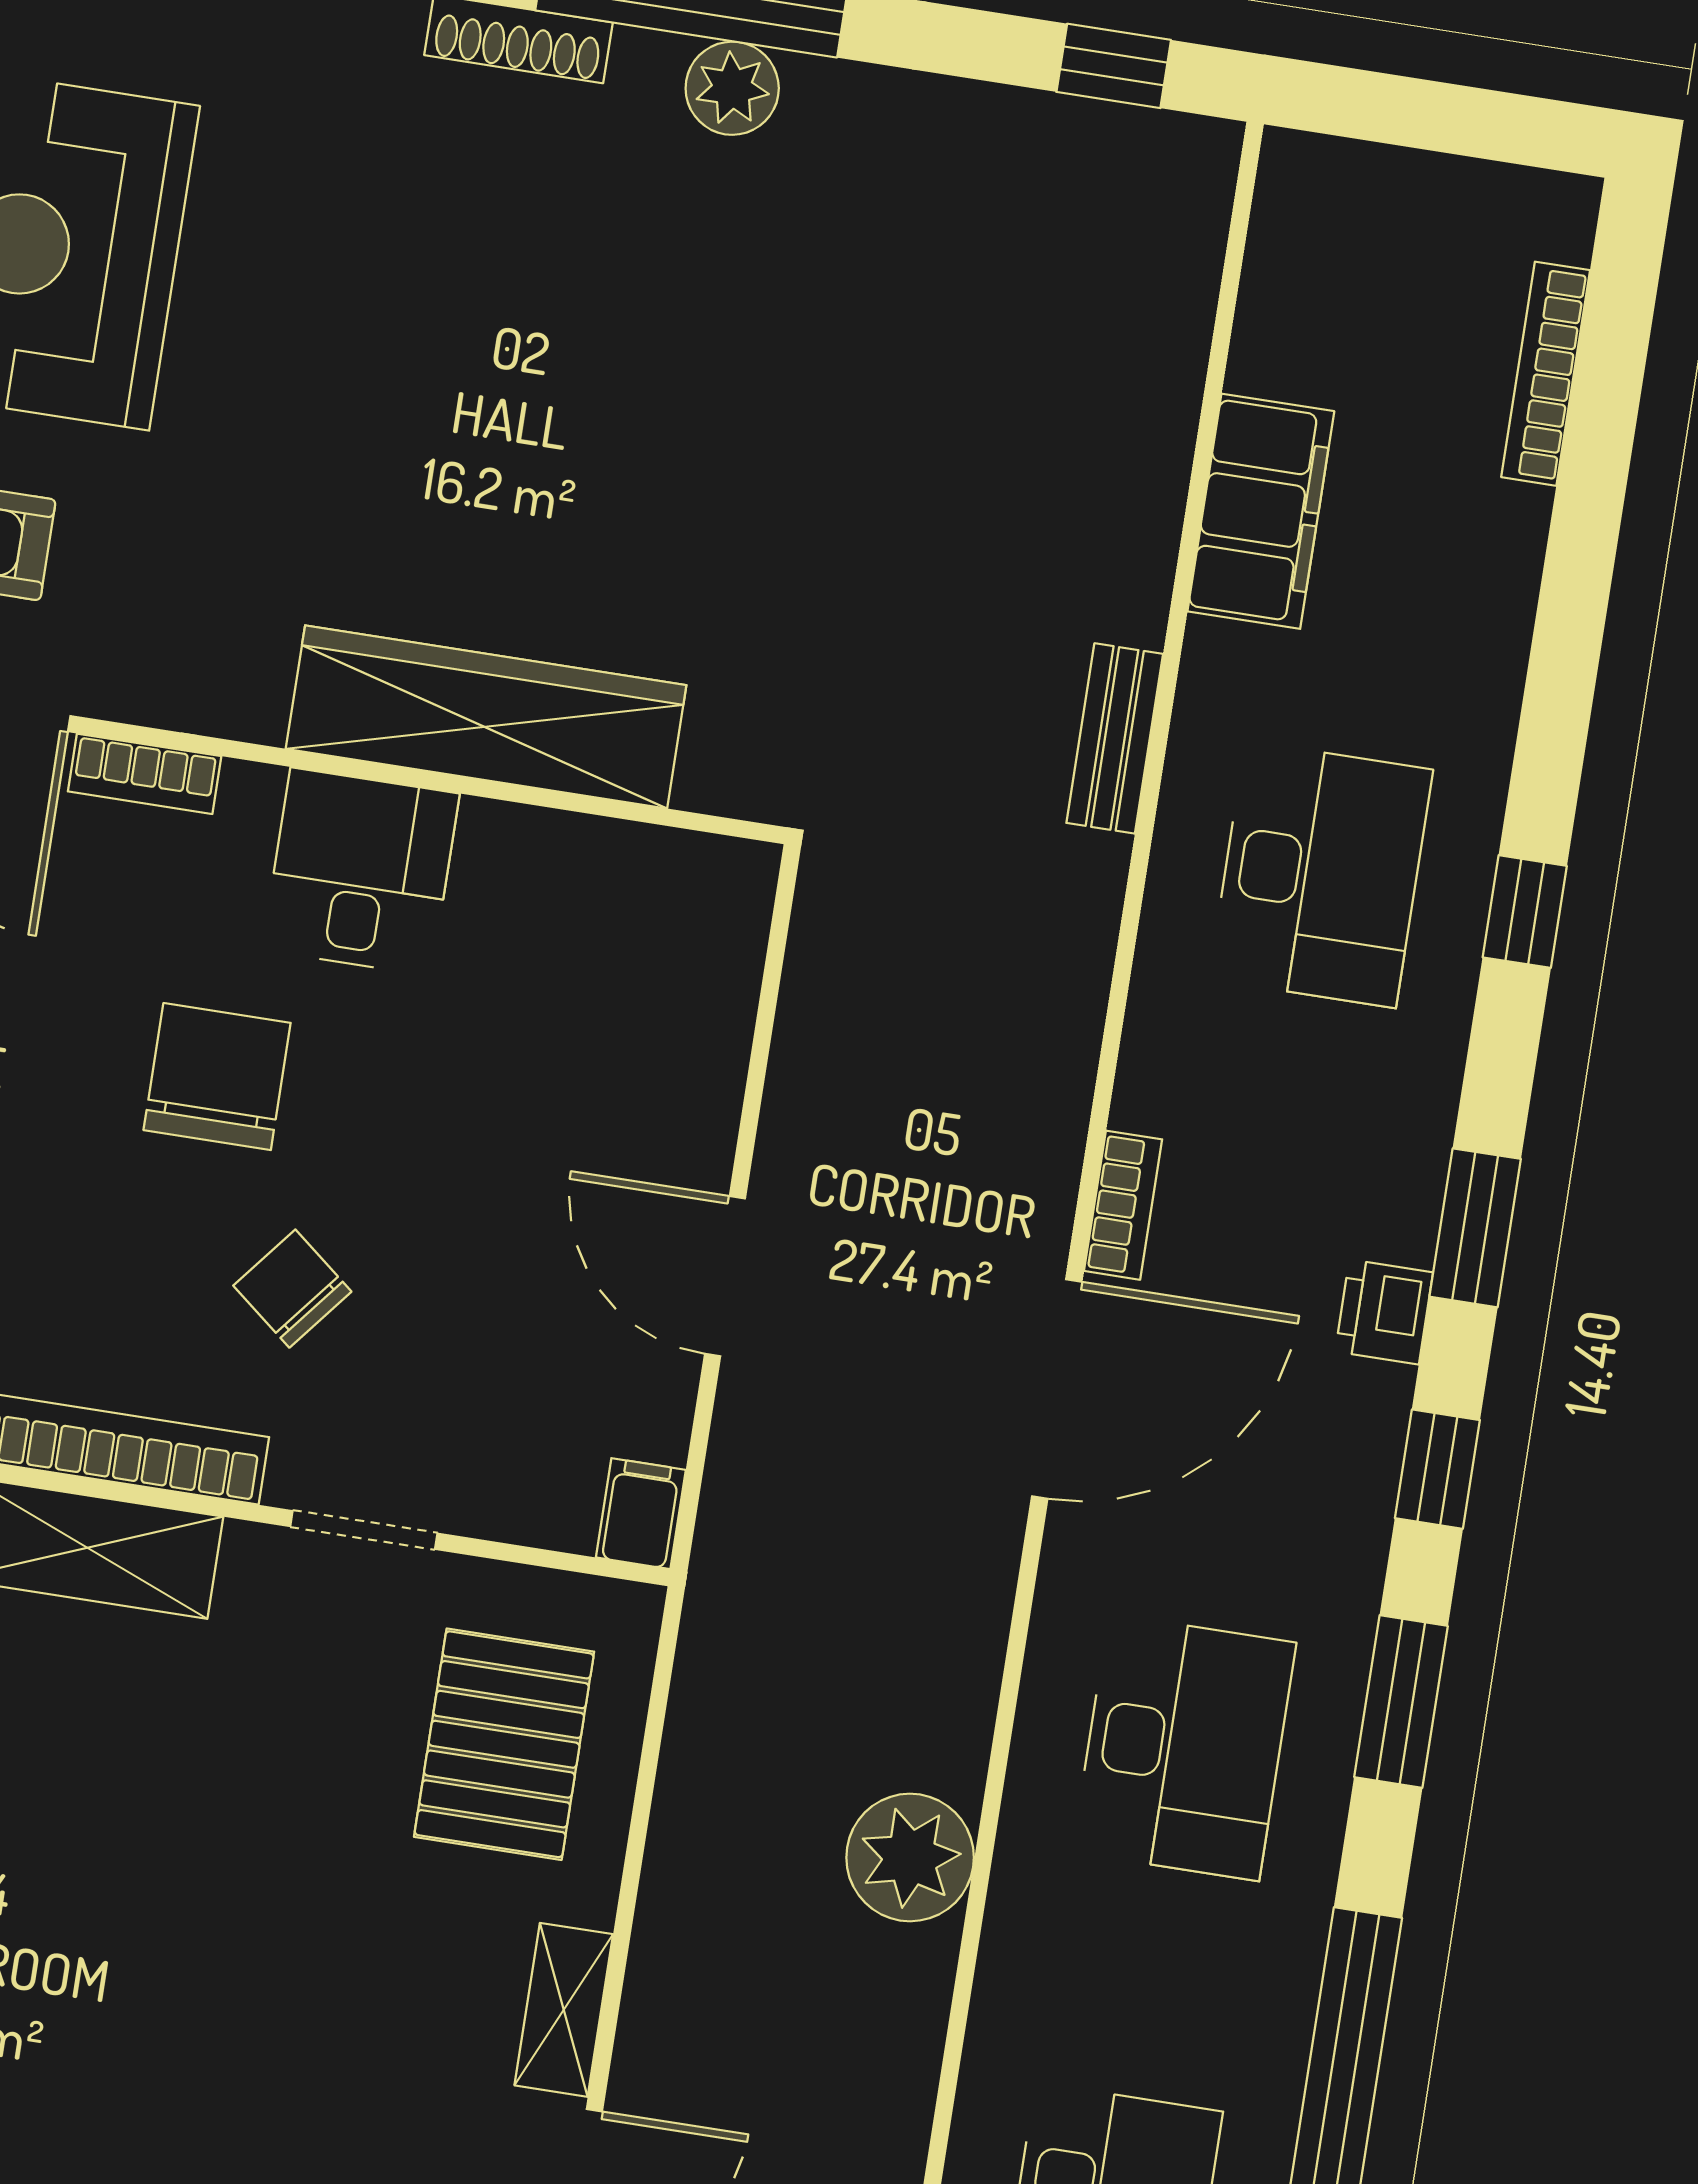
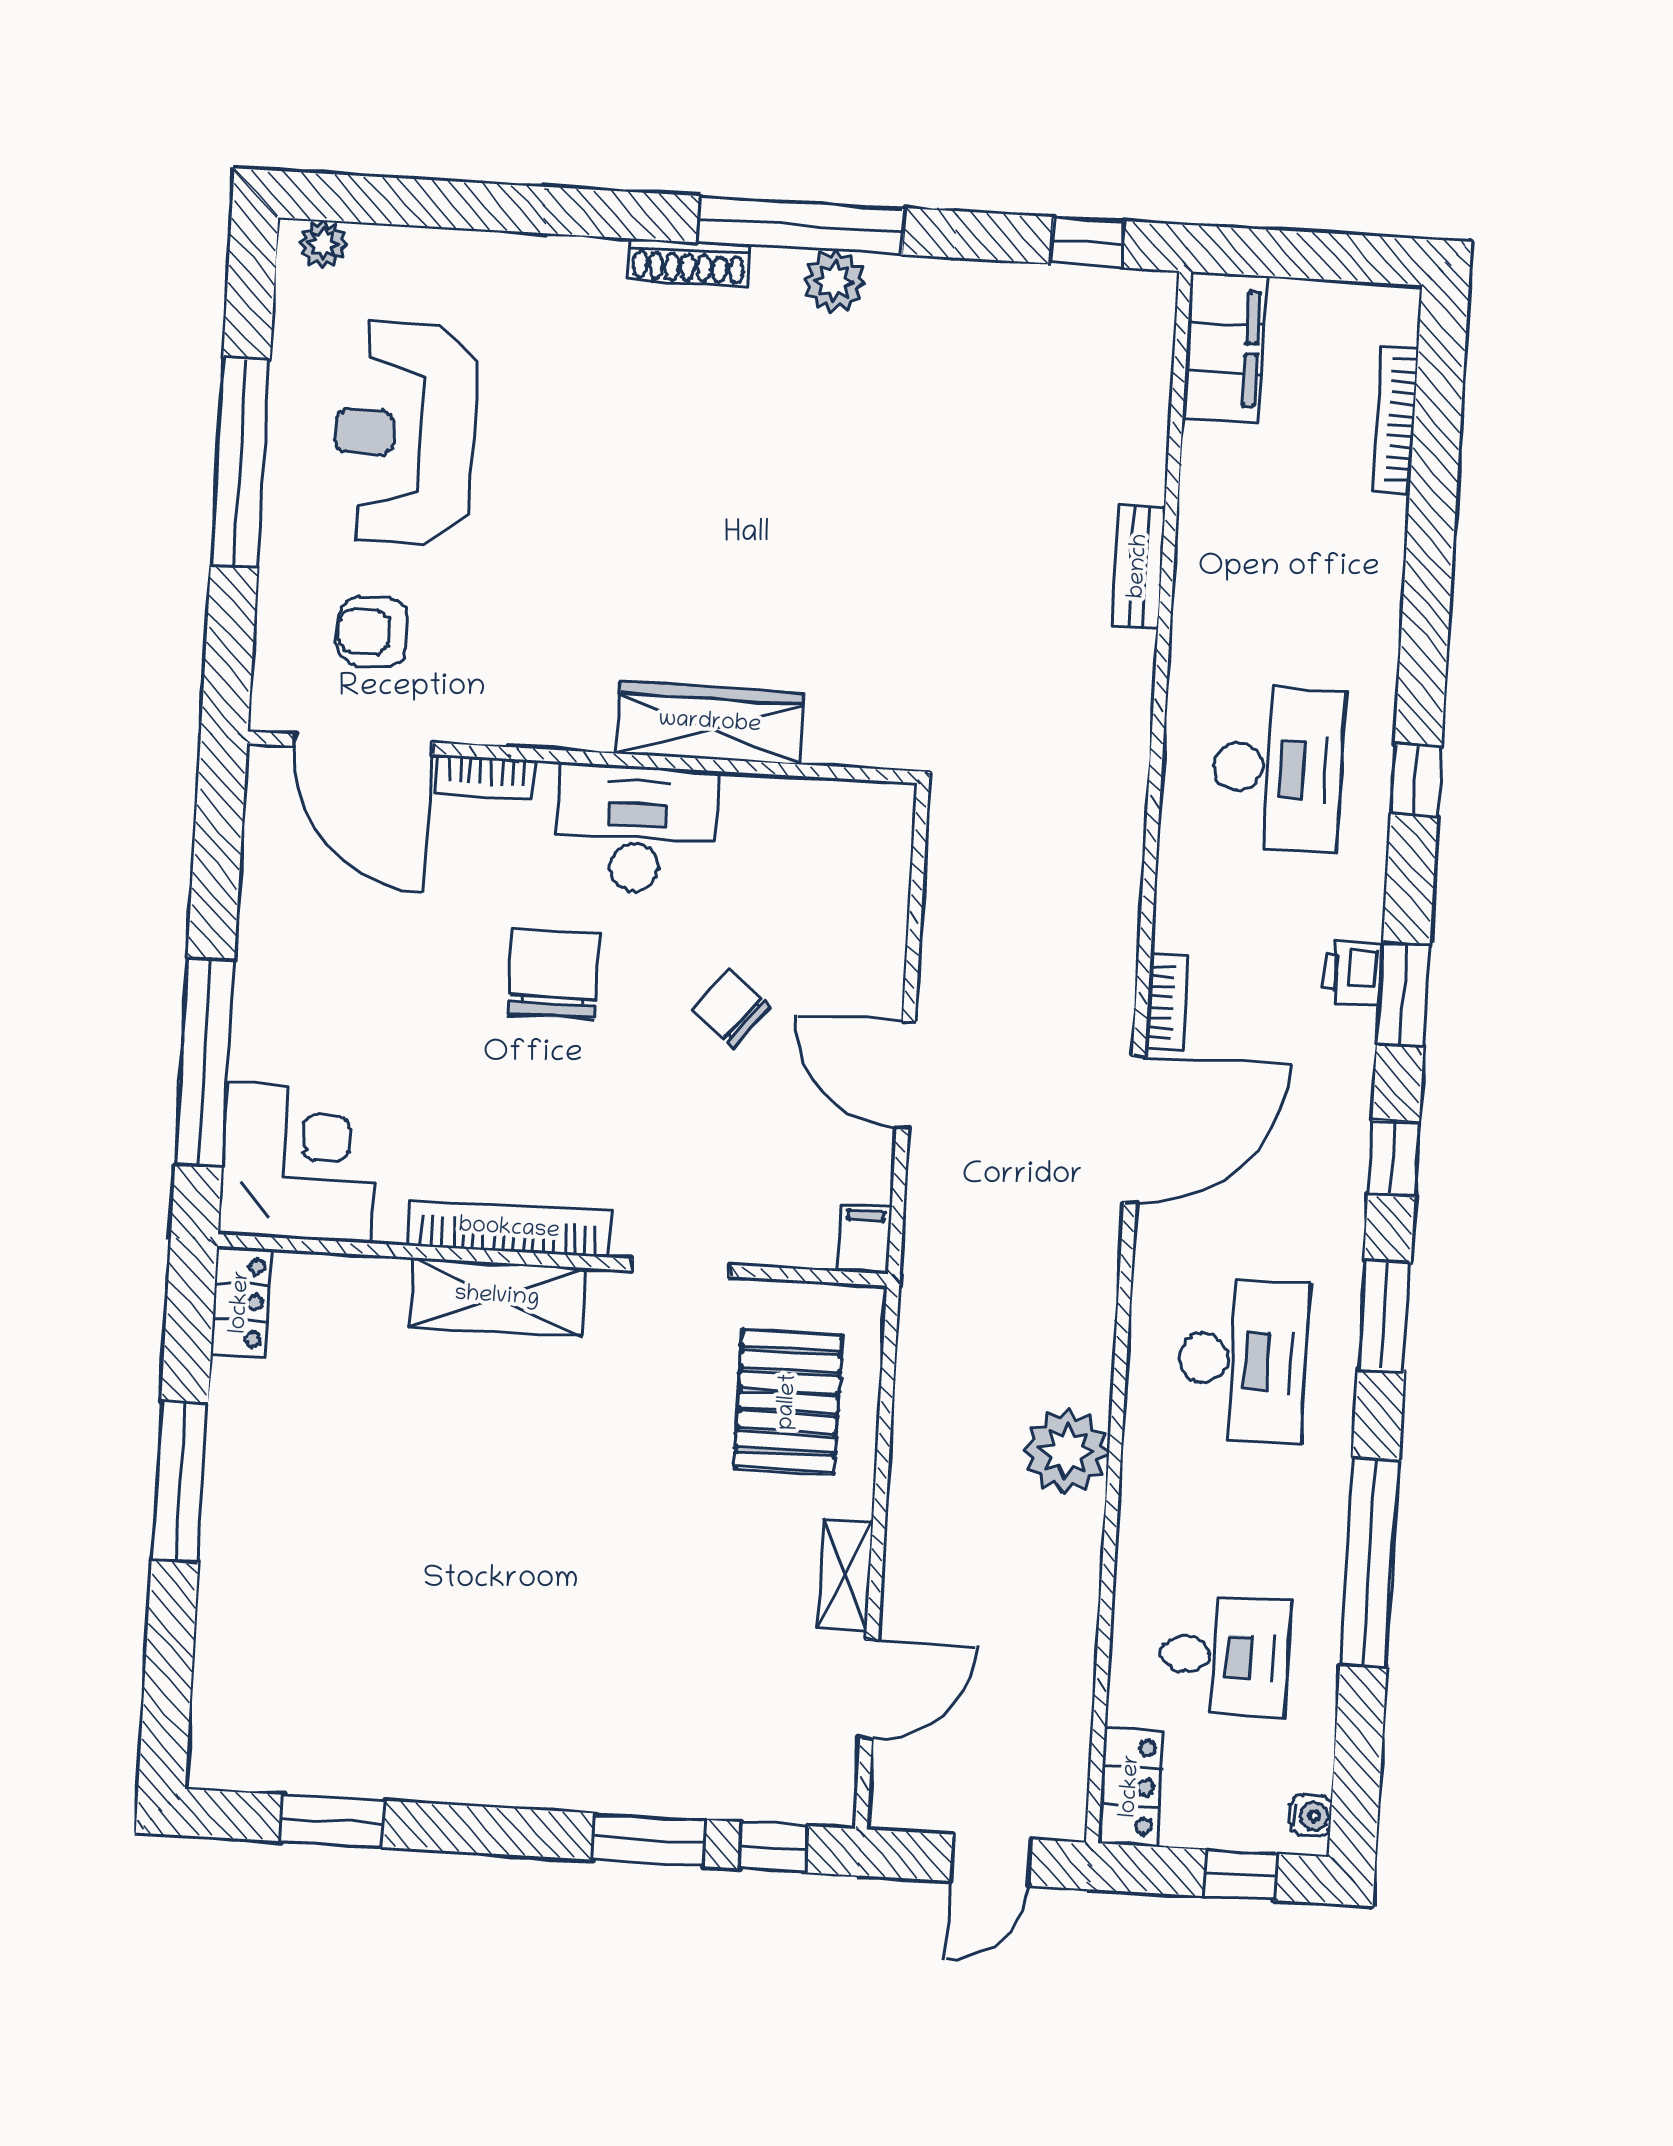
filing cabinet: (1261, 511) -> (1225, 348), moved
wardrobe: (486, 717) -> (710, 723), width x0.71, depth x0.85
bench: (1115, 738) -> (1139, 566), moved
desk: (361, 872) -> (637, 828), width x1.37
chair: (292, 1289) -> (731, 1009), moved
printer: (1384, 1312) -> (1353, 973), moved

